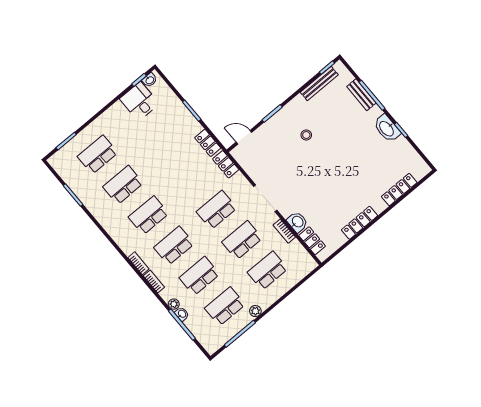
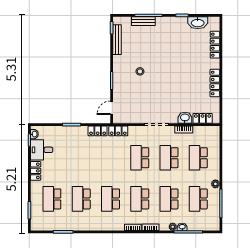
locker: (112, 113) -> (36, 171), added
washbasin: (387, 128) -> (198, 23), moved

